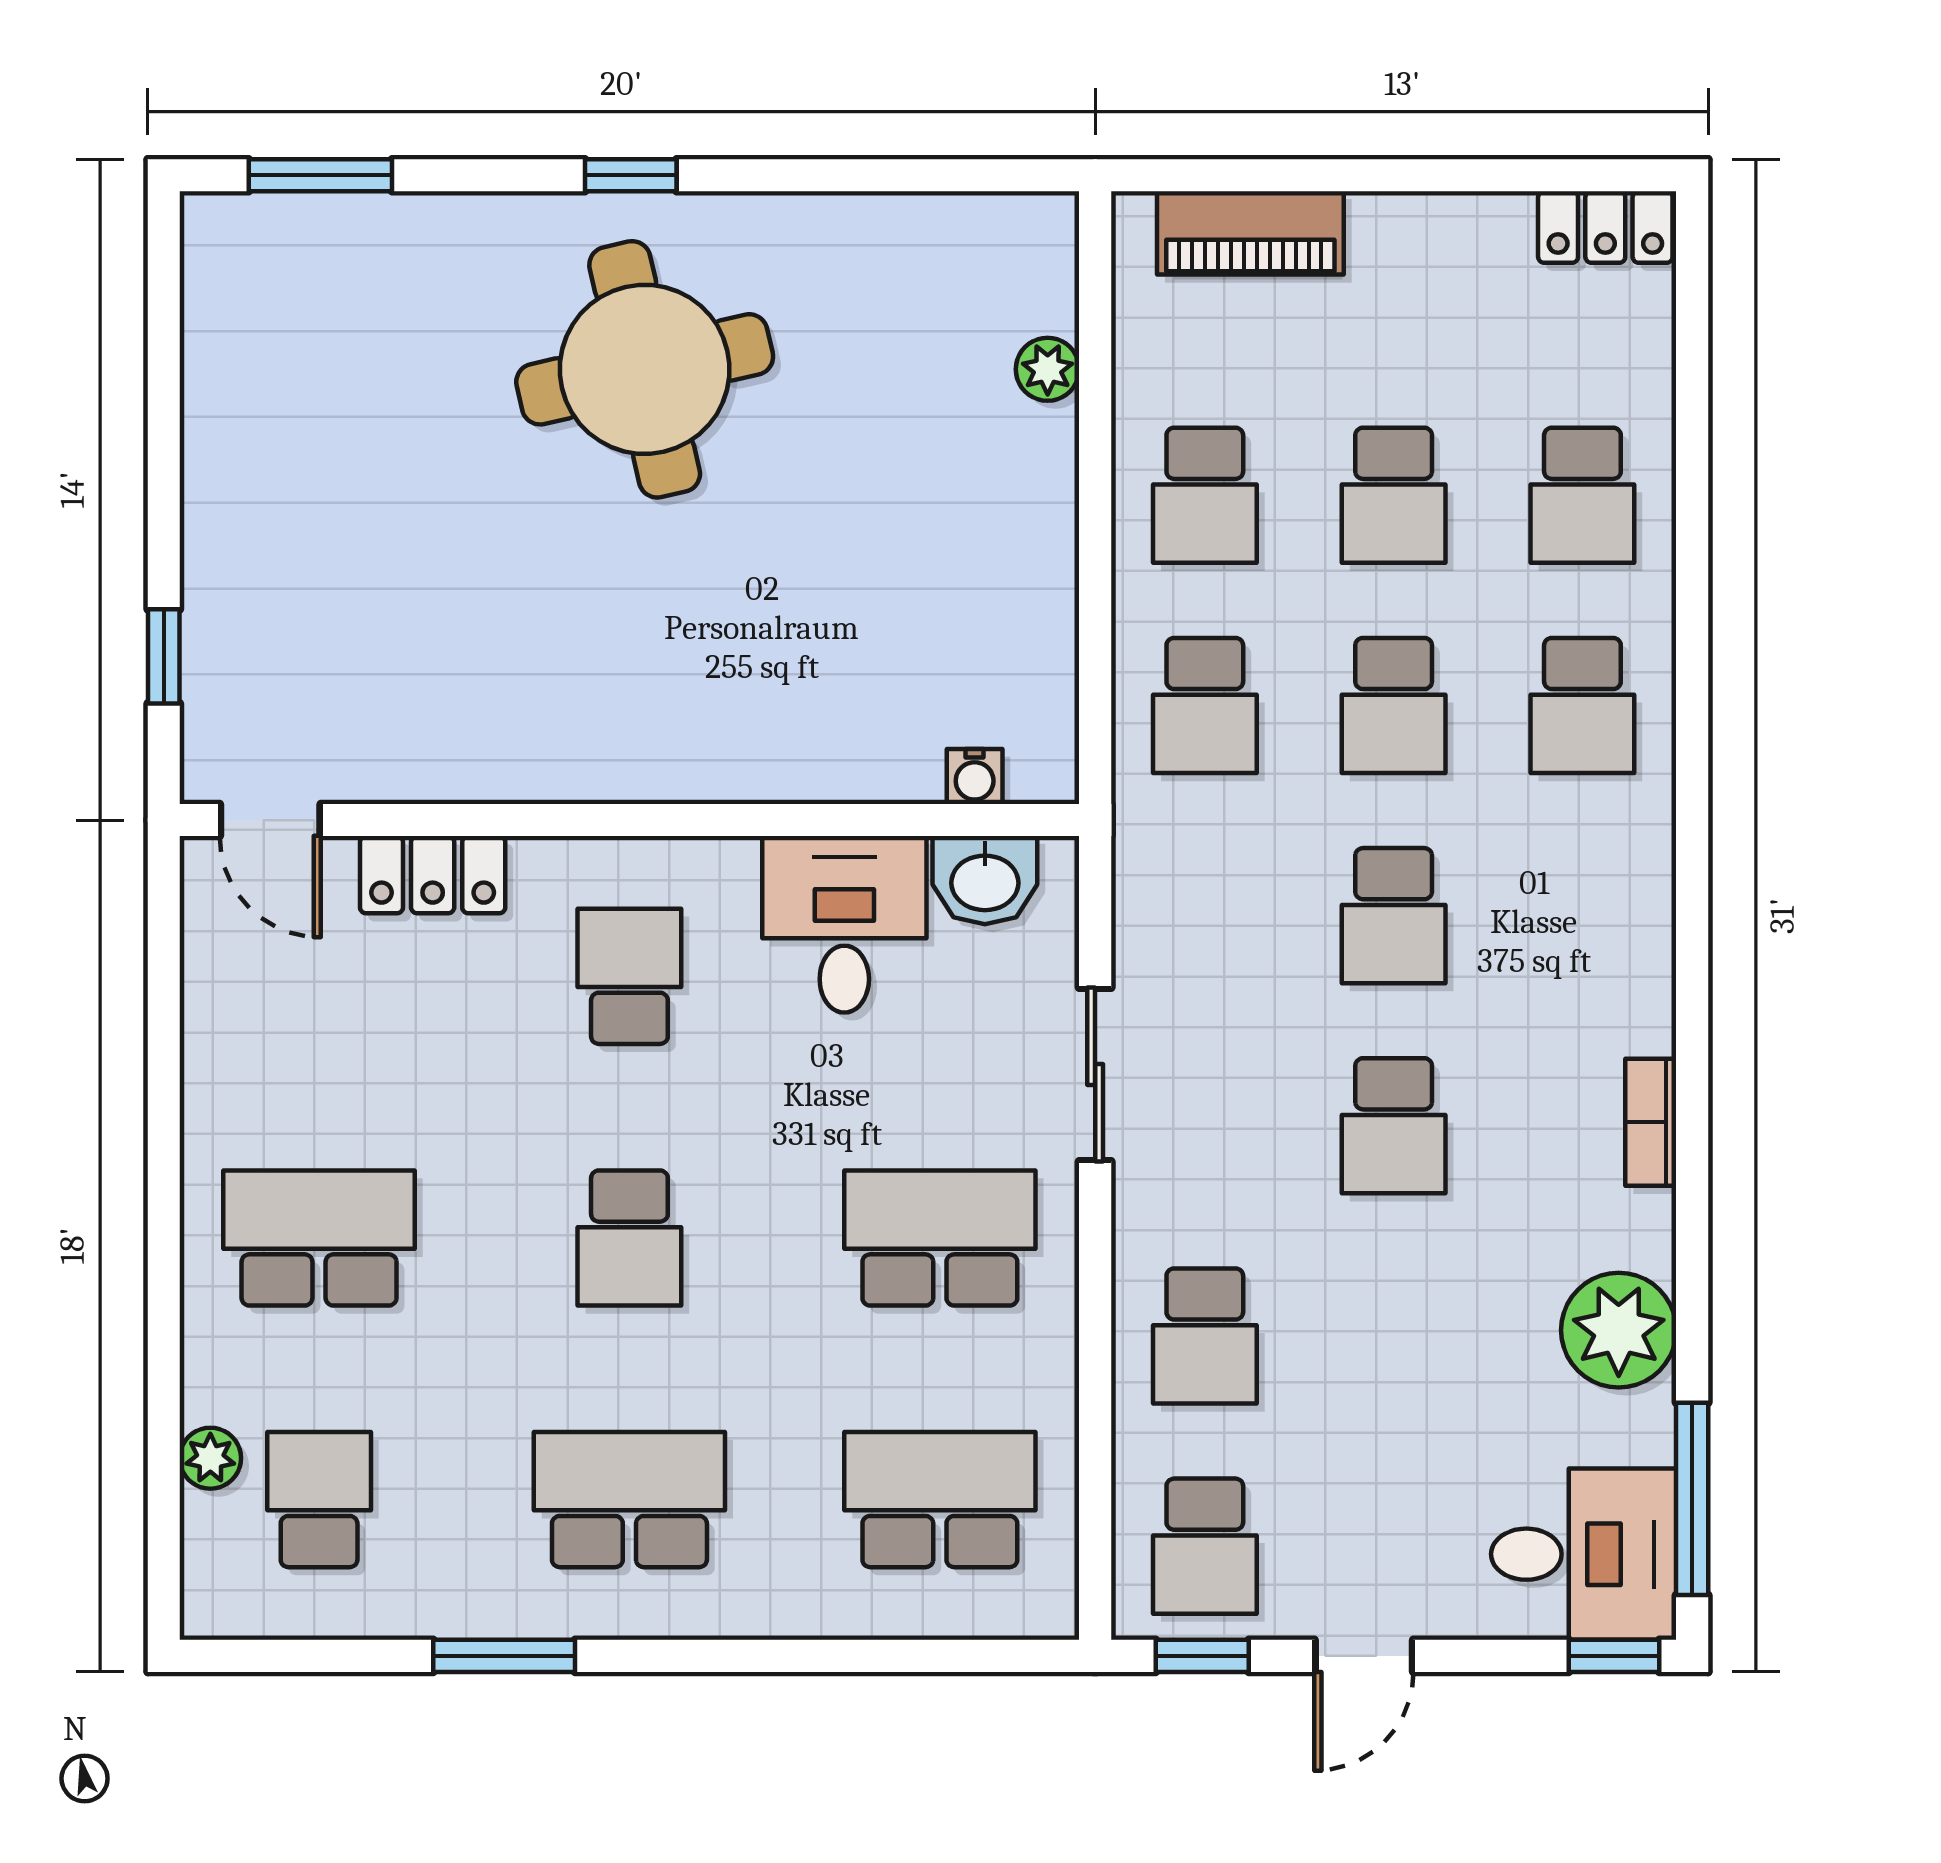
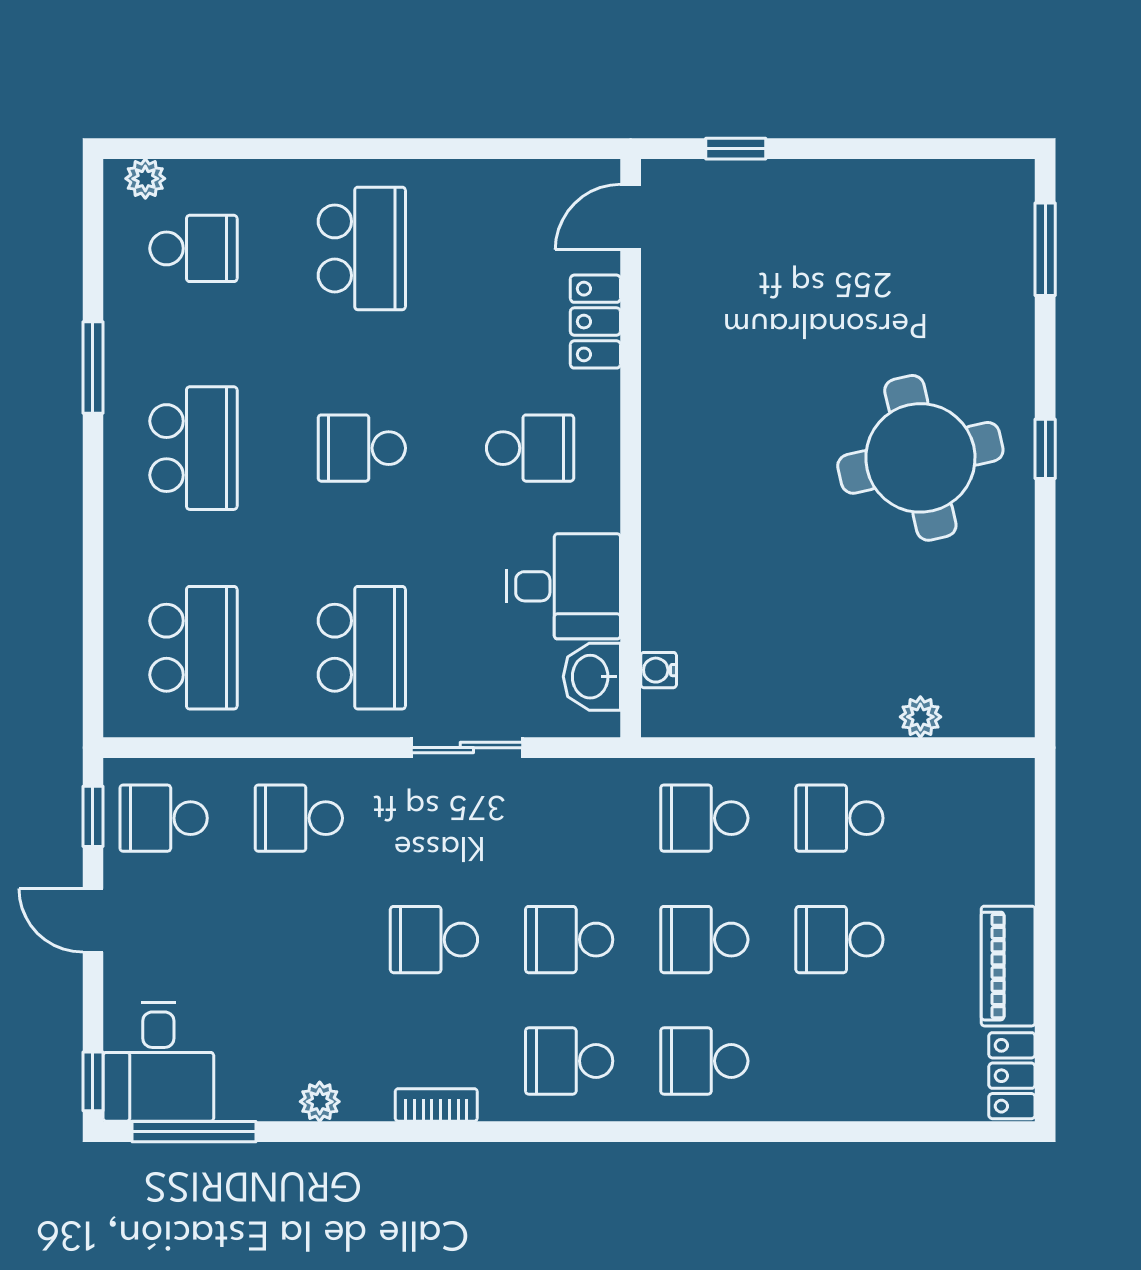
piano: (1250, 233) -> (1008, 966), moved
school desk: (1582, 495) -> (569, 1061), moved
plant: (1619, 1330) -> (320, 1102), width x0.53, depth x0.53
plant: (210, 1458) -> (145, 179), moved

